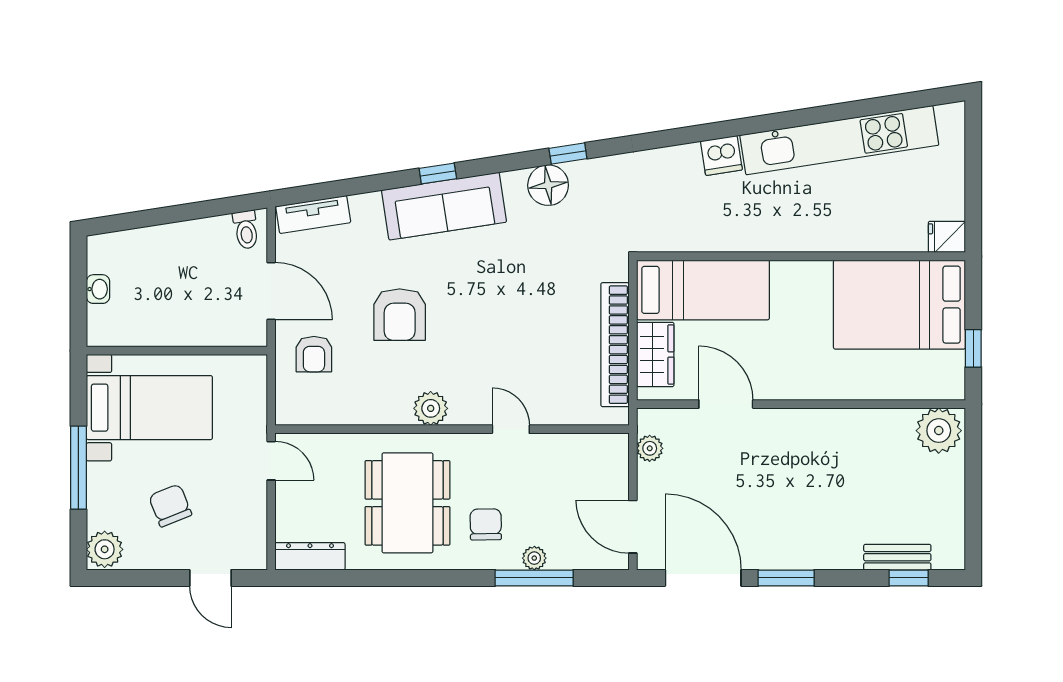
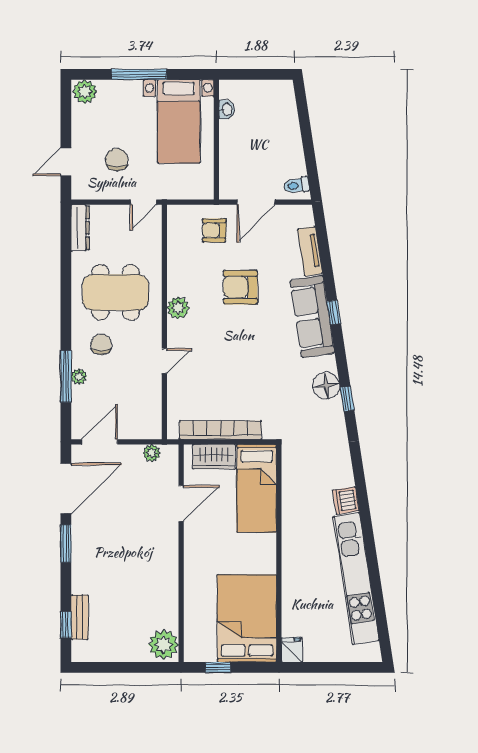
tv unit: (313, 215) -> (310, 251), moved
washbasin: (98, 289) -> (227, 110), moved, turned -90
chair: (170, 506) -> (117, 160), moved, turned -68
chair: (486, 524) -> (101, 344), turned -89

